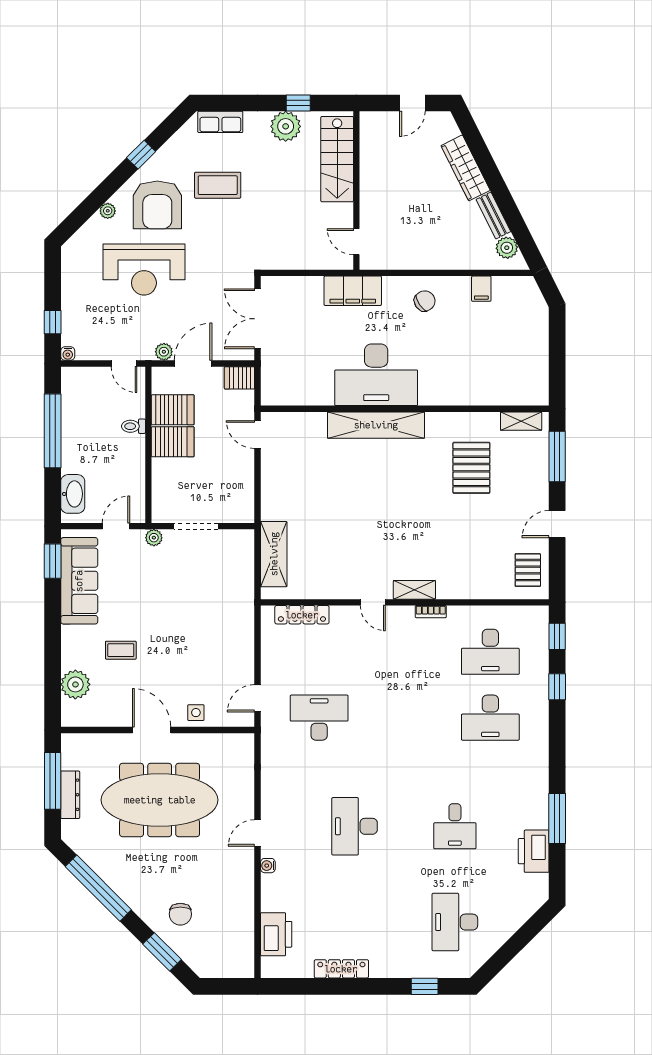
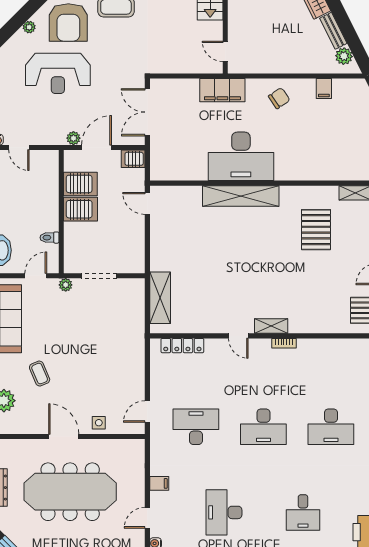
door: (124, 363) -> (19, 147), moved
toilet: (133, 426) -> (50, 238), moved
coffee table: (121, 650) -> (40, 374), turned 67
desk: (490, 652) -> (263, 427), moved
filing cabinet: (272, 790) -> (159, 483), added

